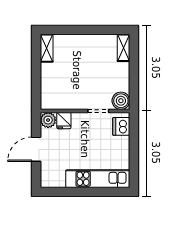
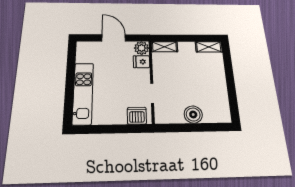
shelving: (123, 48) -> (164, 47), moved
boiler: (121, 101) -> (193, 114), moved

